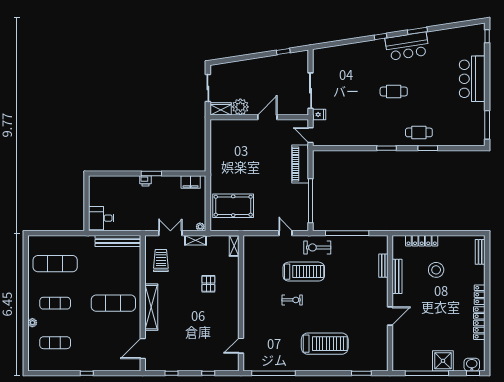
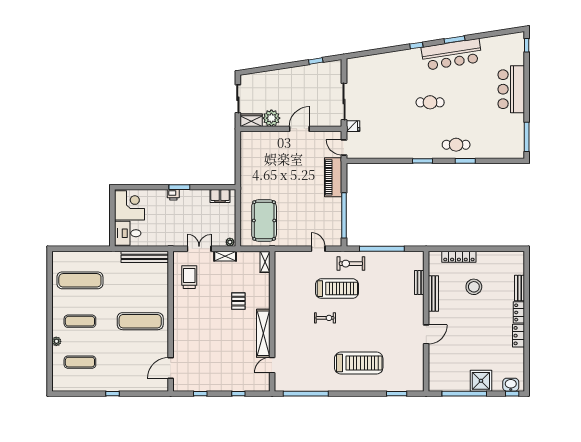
bar counter: (407, 46) -> (452, 54), width x1.36
corner desk: (103, 191) -> (129, 205), added
pool table: (233, 206) -> (264, 221), turned 90
bench: (480, 252) -> (519, 288), moved
shelving: (151, 307) -> (263, 333), moved
locker: (479, 323) -> (518, 336), width x0.66

